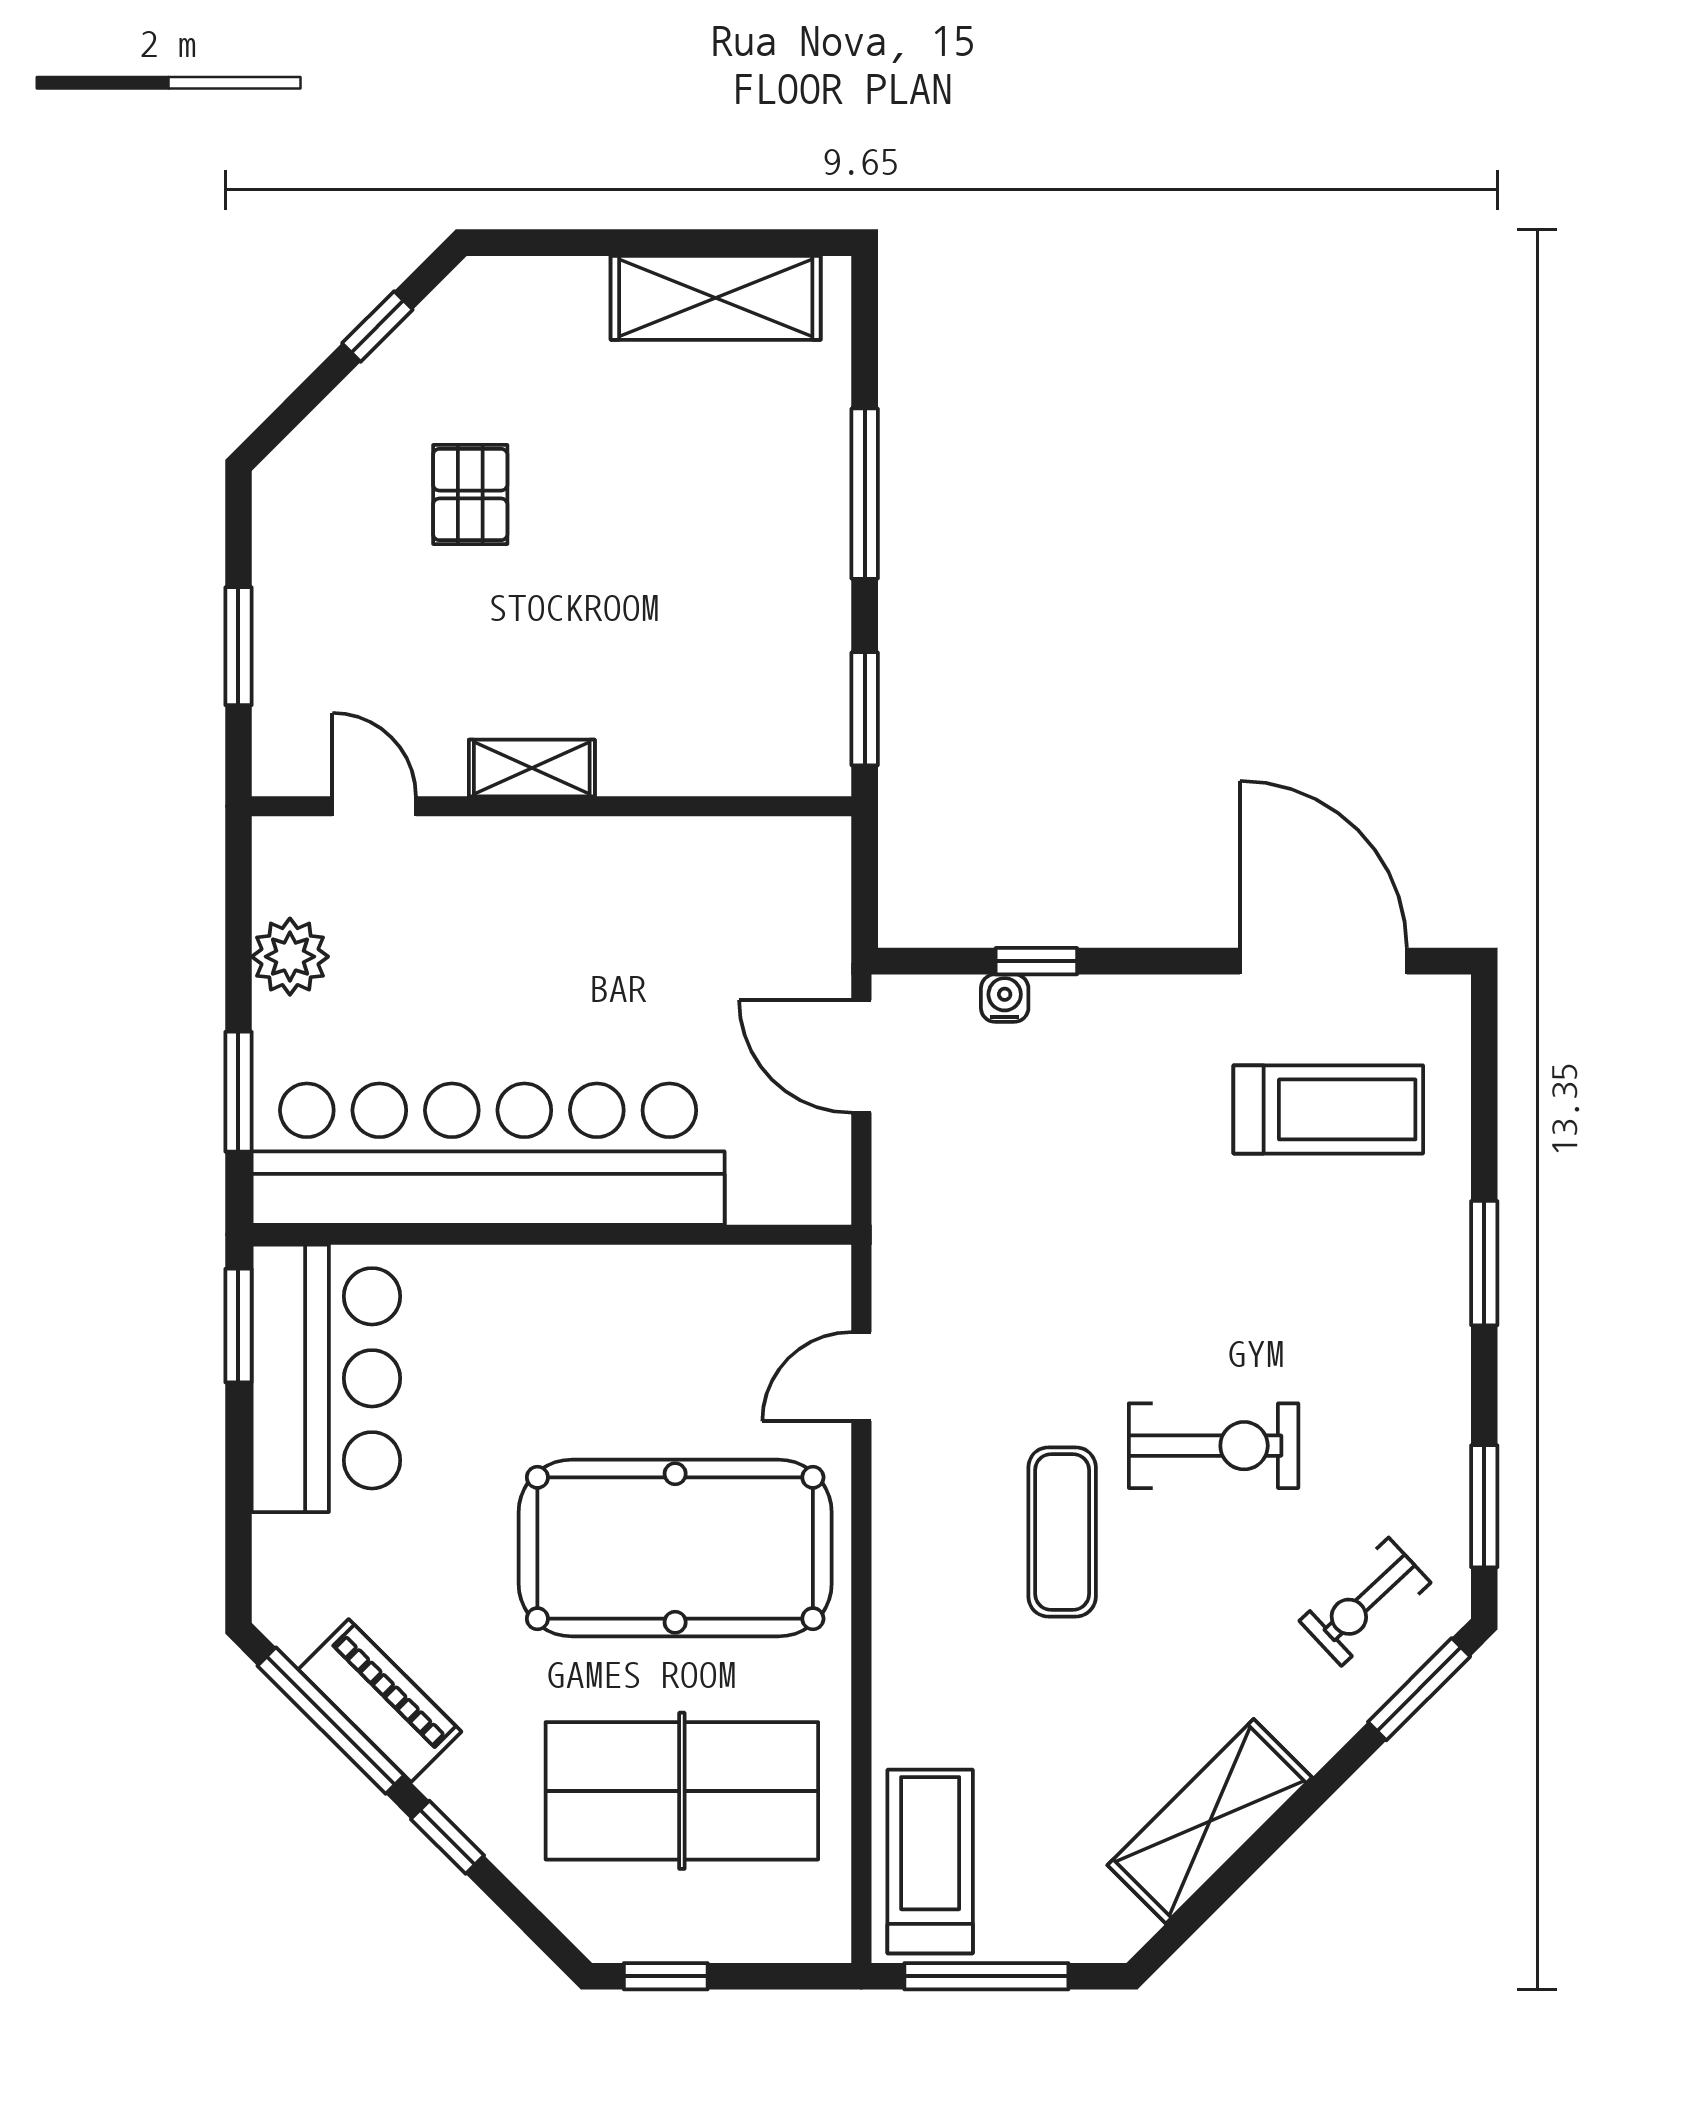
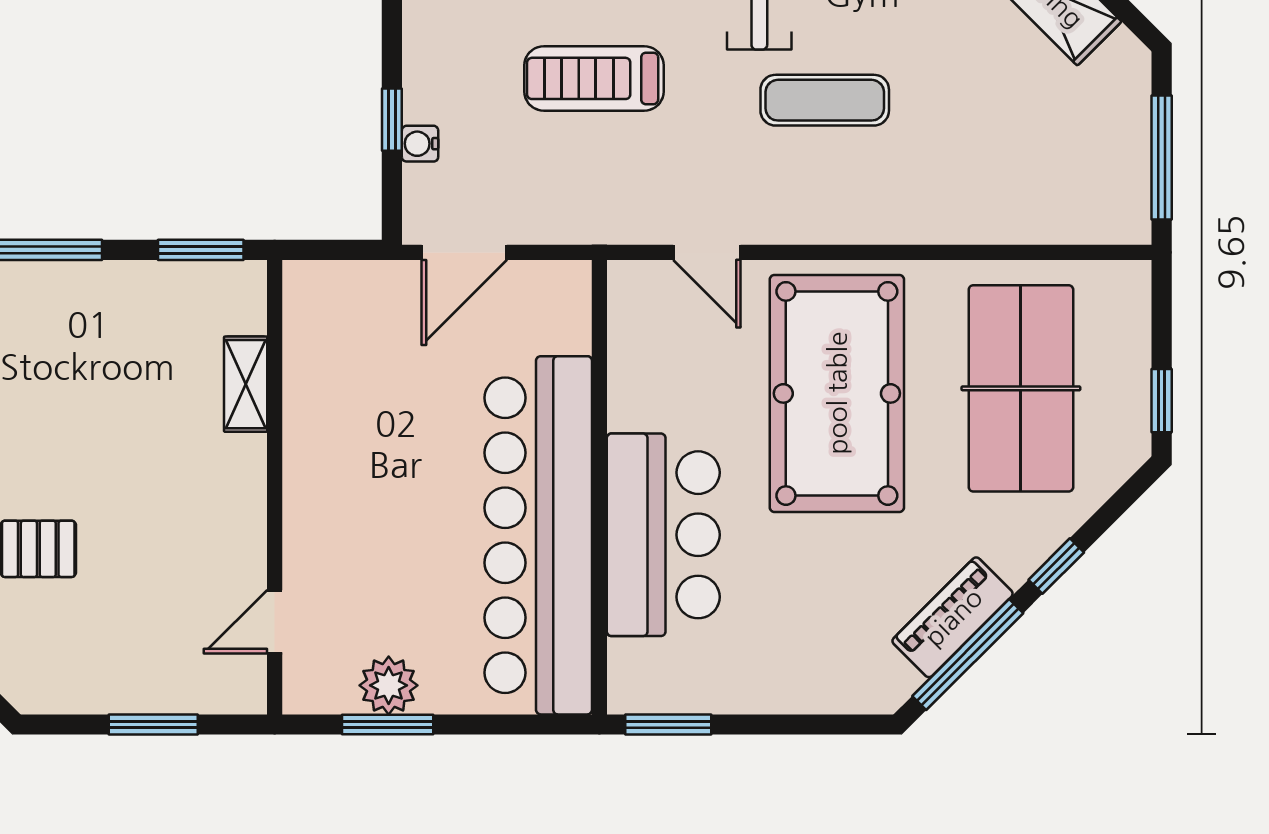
shelving: (532, 768) -> (246, 384), moved
window: (238, 1092) -> (388, 725), moved
bar counter: (326, 1378) -> (663, 535), moved, turned 90
treadmill: (930, 1862) -> (594, 78), moved

